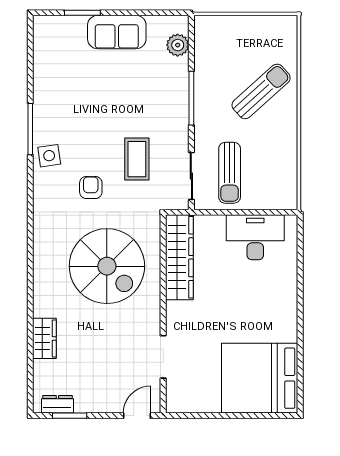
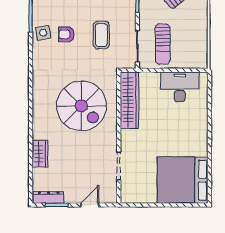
armchair: (91, 187) -> (66, 34), moved, turned -90
dresser: (57, 404) -> (49, 197), width x1.44
door: (137, 416) -> (90, 205), moved

